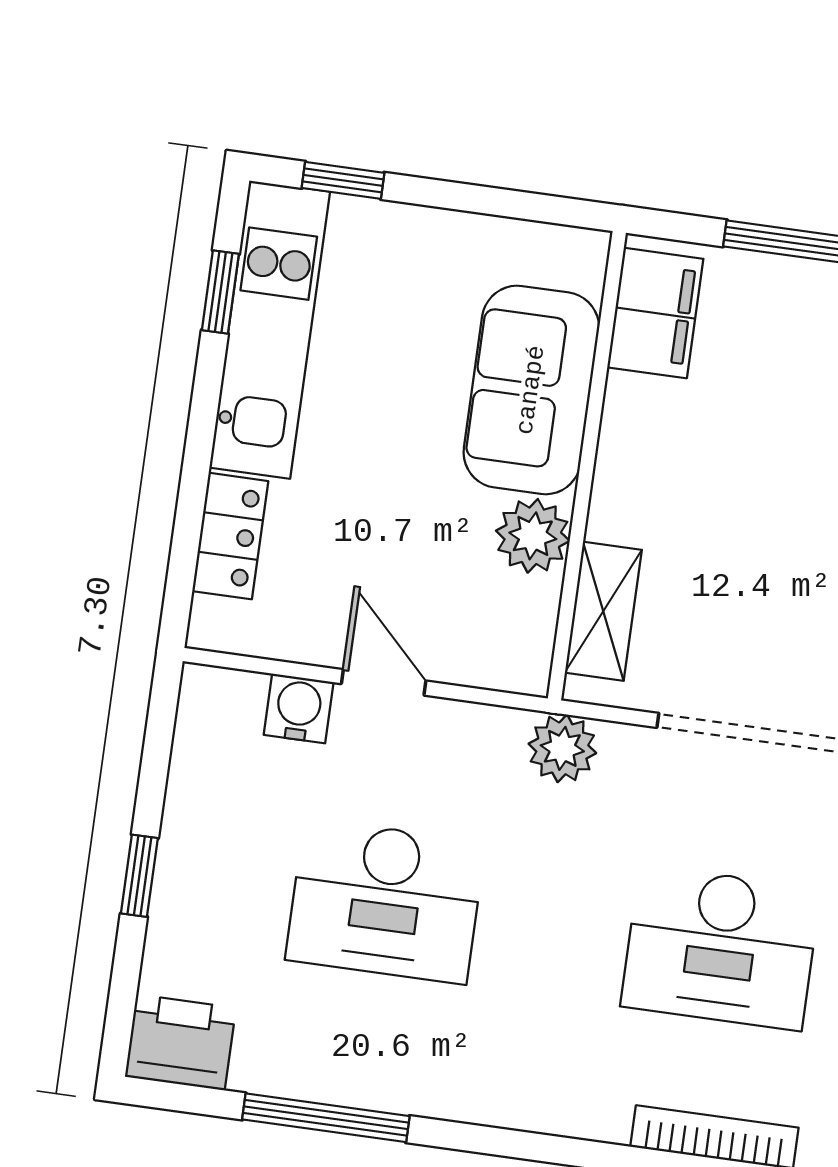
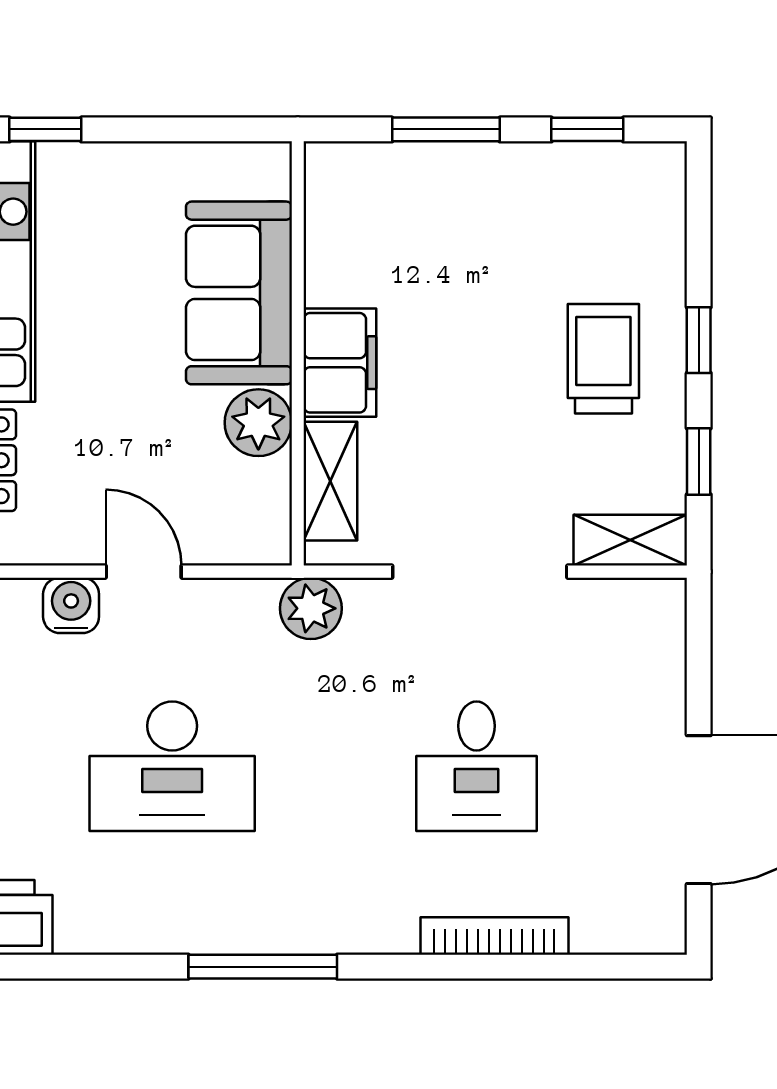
filing cabinet: (655, 313) -> (340, 363), moved
desk: (721, 948) -> (476, 766), width x0.73
window: (326, 1118) -> (263, 967), moved

